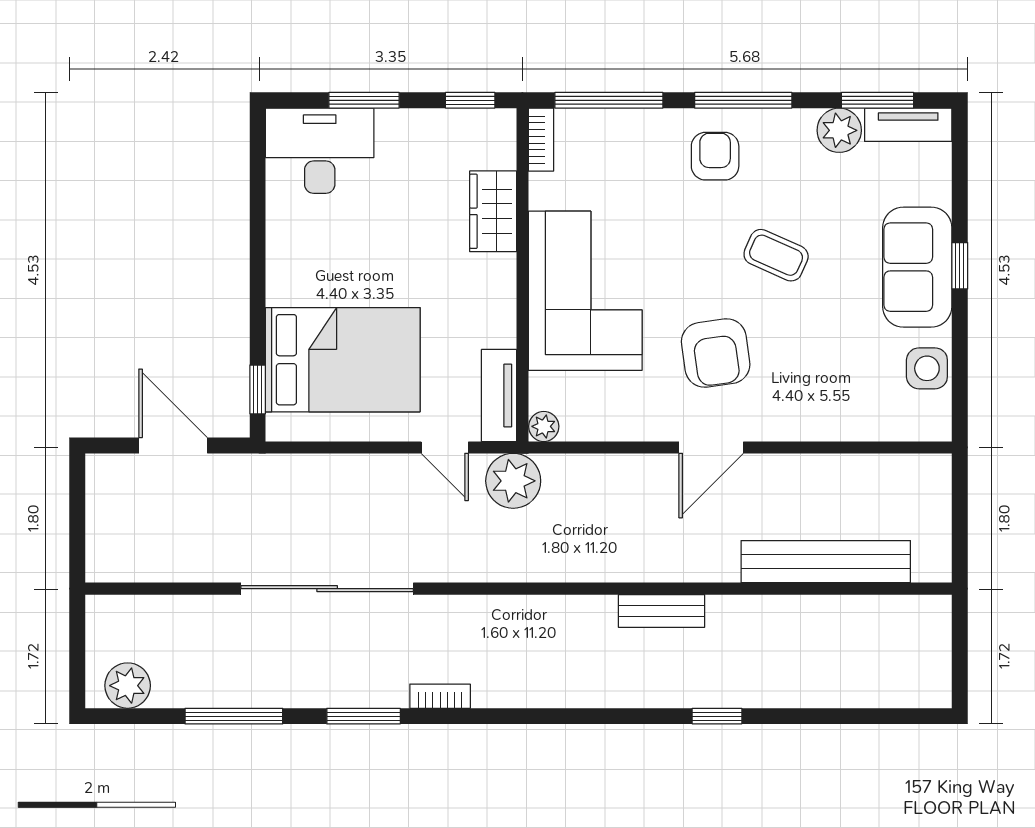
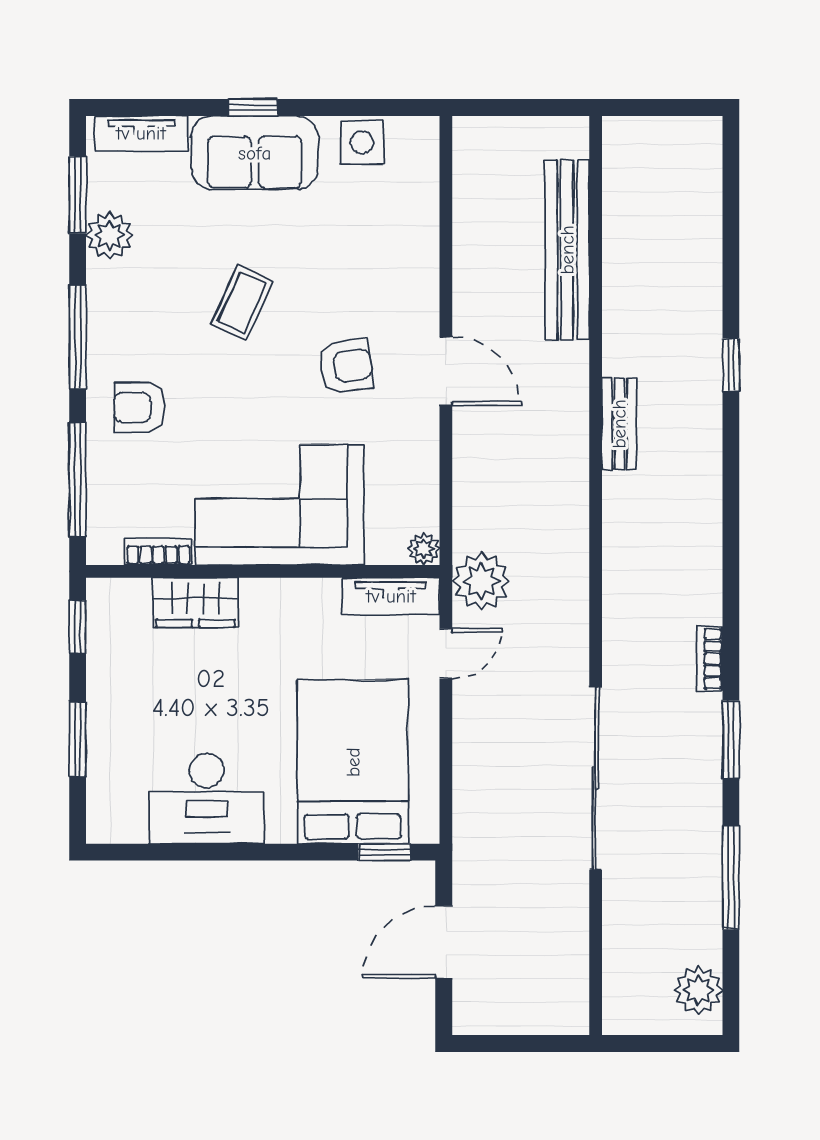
tv unit: (908, 125) -> (141, 133), moved, turned 90
bookcase: (541, 140) -> (158, 552), moved
desk: (320, 151) -> (206, 799), moved, turned -90
armchair: (715, 156) -> (139, 407), moved
armchair: (716, 353) -> (346, 366), width x0.72, depth x0.72

